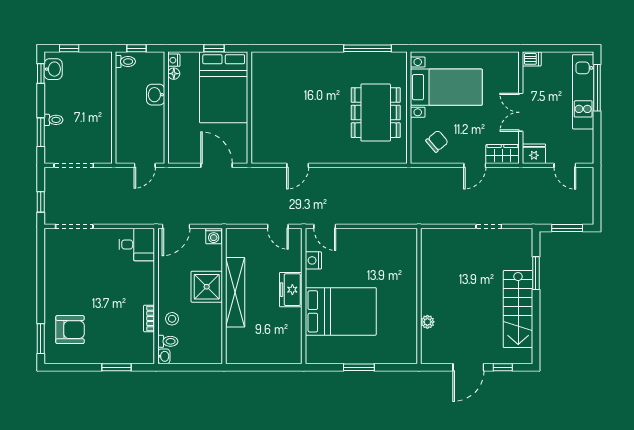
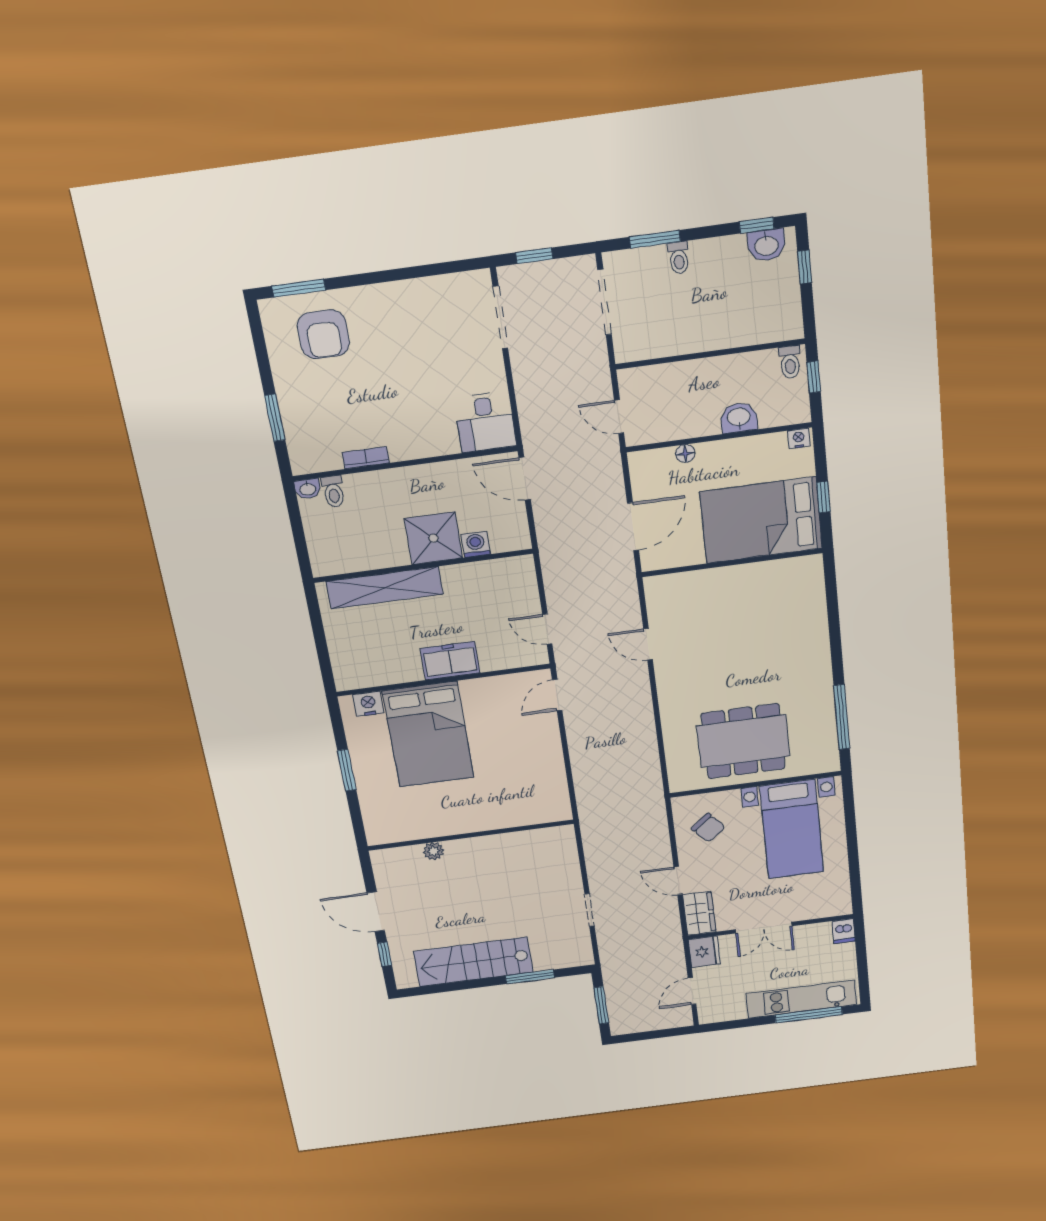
floor lamp: (174, 74) -> (685, 454), moved
double door: (521, 112) -> (764, 928), swing flipped
door: (278, 226) -> (547, 629), hinge flipped
washing machine: (214, 236) -> (476, 544), moved, turned 90
nightstand: (313, 260) -> (368, 704), moved
shelving: (235, 292) -> (385, 588), moved
stool: (172, 319) -> (372, 493), removed

